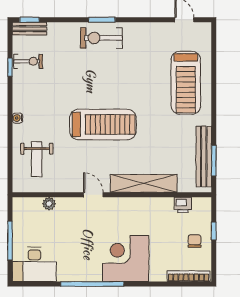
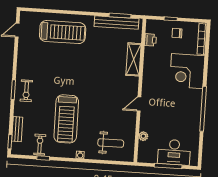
bench: (30, 29) -> (17, 129), moved
exercise bike: (101, 38) -> (26, 91), width x0.73, depth x0.72
treadmill: (103, 125) -> (66, 119), moved, turned 180
shelving: (144, 183) -> (134, 59), width x0.68
corner desk: (126, 259) -> (187, 71), moved
desk: (34, 264) -> (174, 152), moved, turned 90

